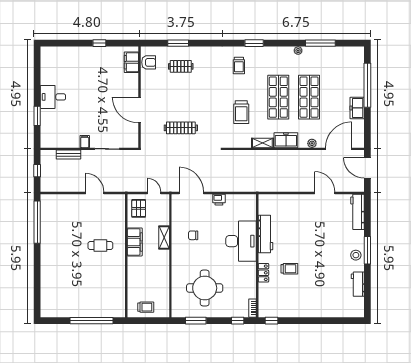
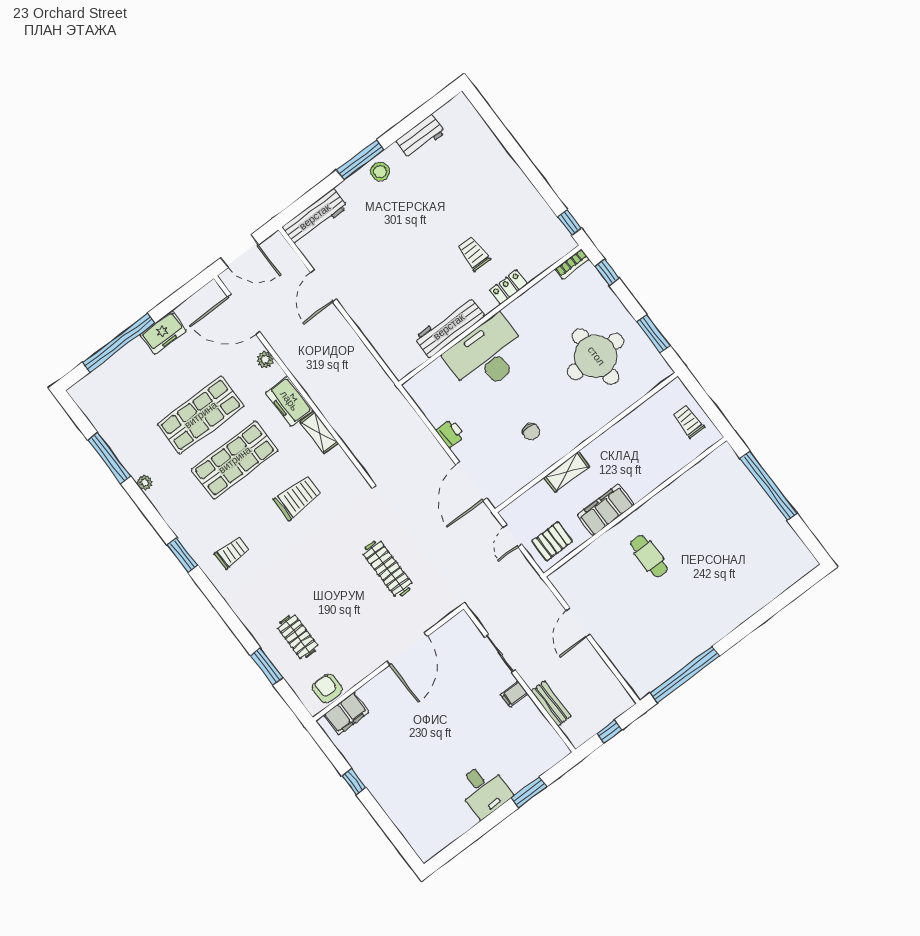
door: (367, 168) -> (240, 251), hinge flipped

